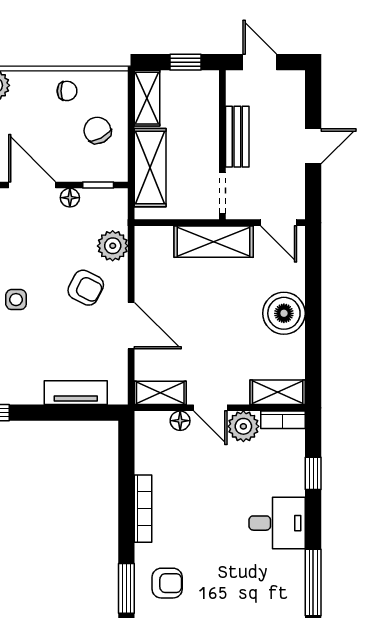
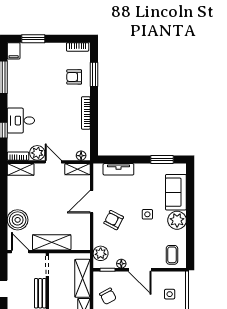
plant: (113, 246) -> (101, 253), moved
boiler: (284, 313) -> (18, 220), moved
door: (131, 326) -> (92, 202), hinge flipped
floor lamp: (180, 421) -> (81, 156), moved
desk: (277, 523) -> (21, 121), moved

